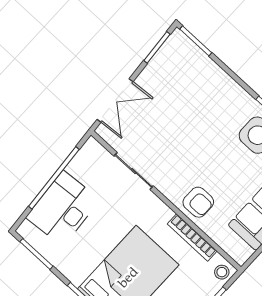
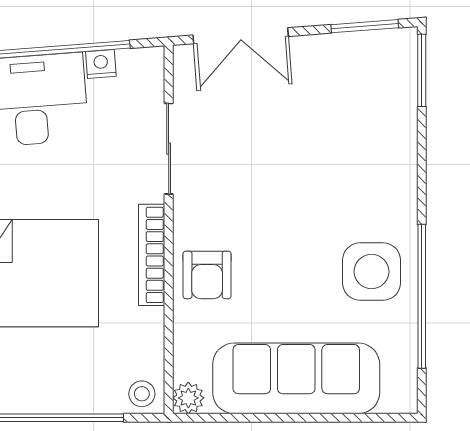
nightstand: (75, 167) -> (101, 64), added
bookcase: (192, 238) -> (152, 255), moved
plant: (241, 255) -> (188, 398), added

